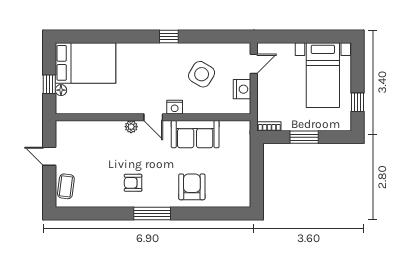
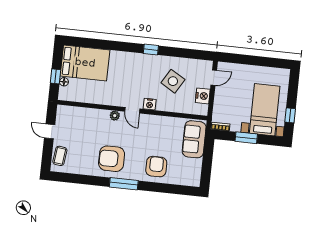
bed with nightstands: (323, 75) -> (265, 110), moved, turned 180
sofa: (195, 134) -> (194, 139), moved, turned 90
armchair: (133, 183) -> (112, 159), width x1.88, depth x1.88

